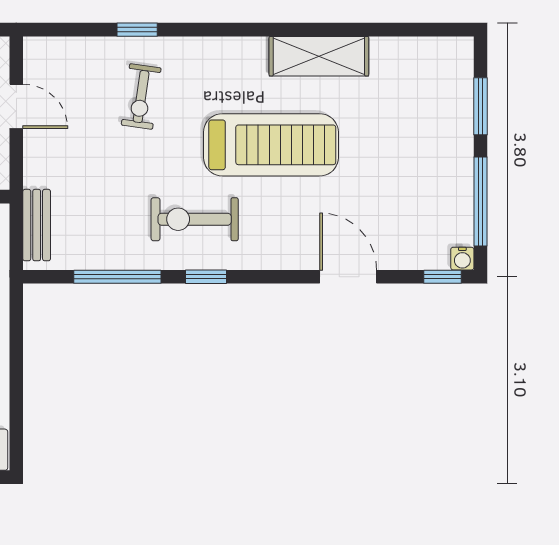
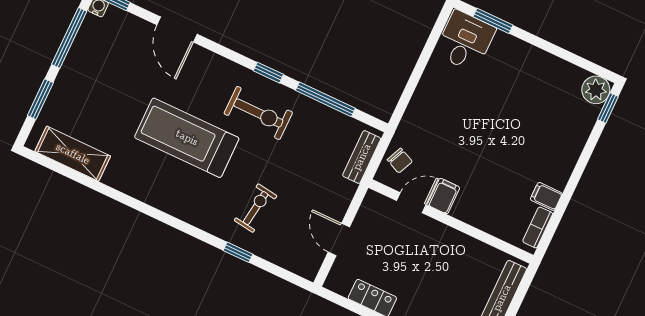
shelving: (319, 56) -> (73, 154), moved

